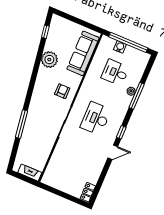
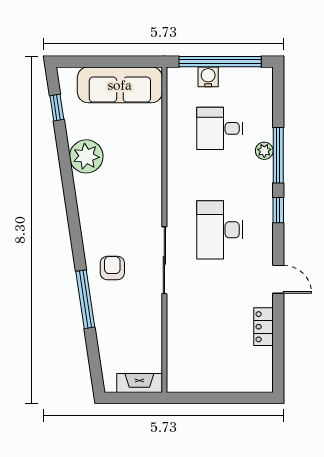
sofa: (83, 53) -> (120, 85), moved, turned -90
armchair: (62, 91) -> (112, 268), moved
window: (121, 132) -> (278, 210), moved
door: (113, 152) -> (278, 279), hinge flipped
locker: (88, 192) -> (263, 327), moved

